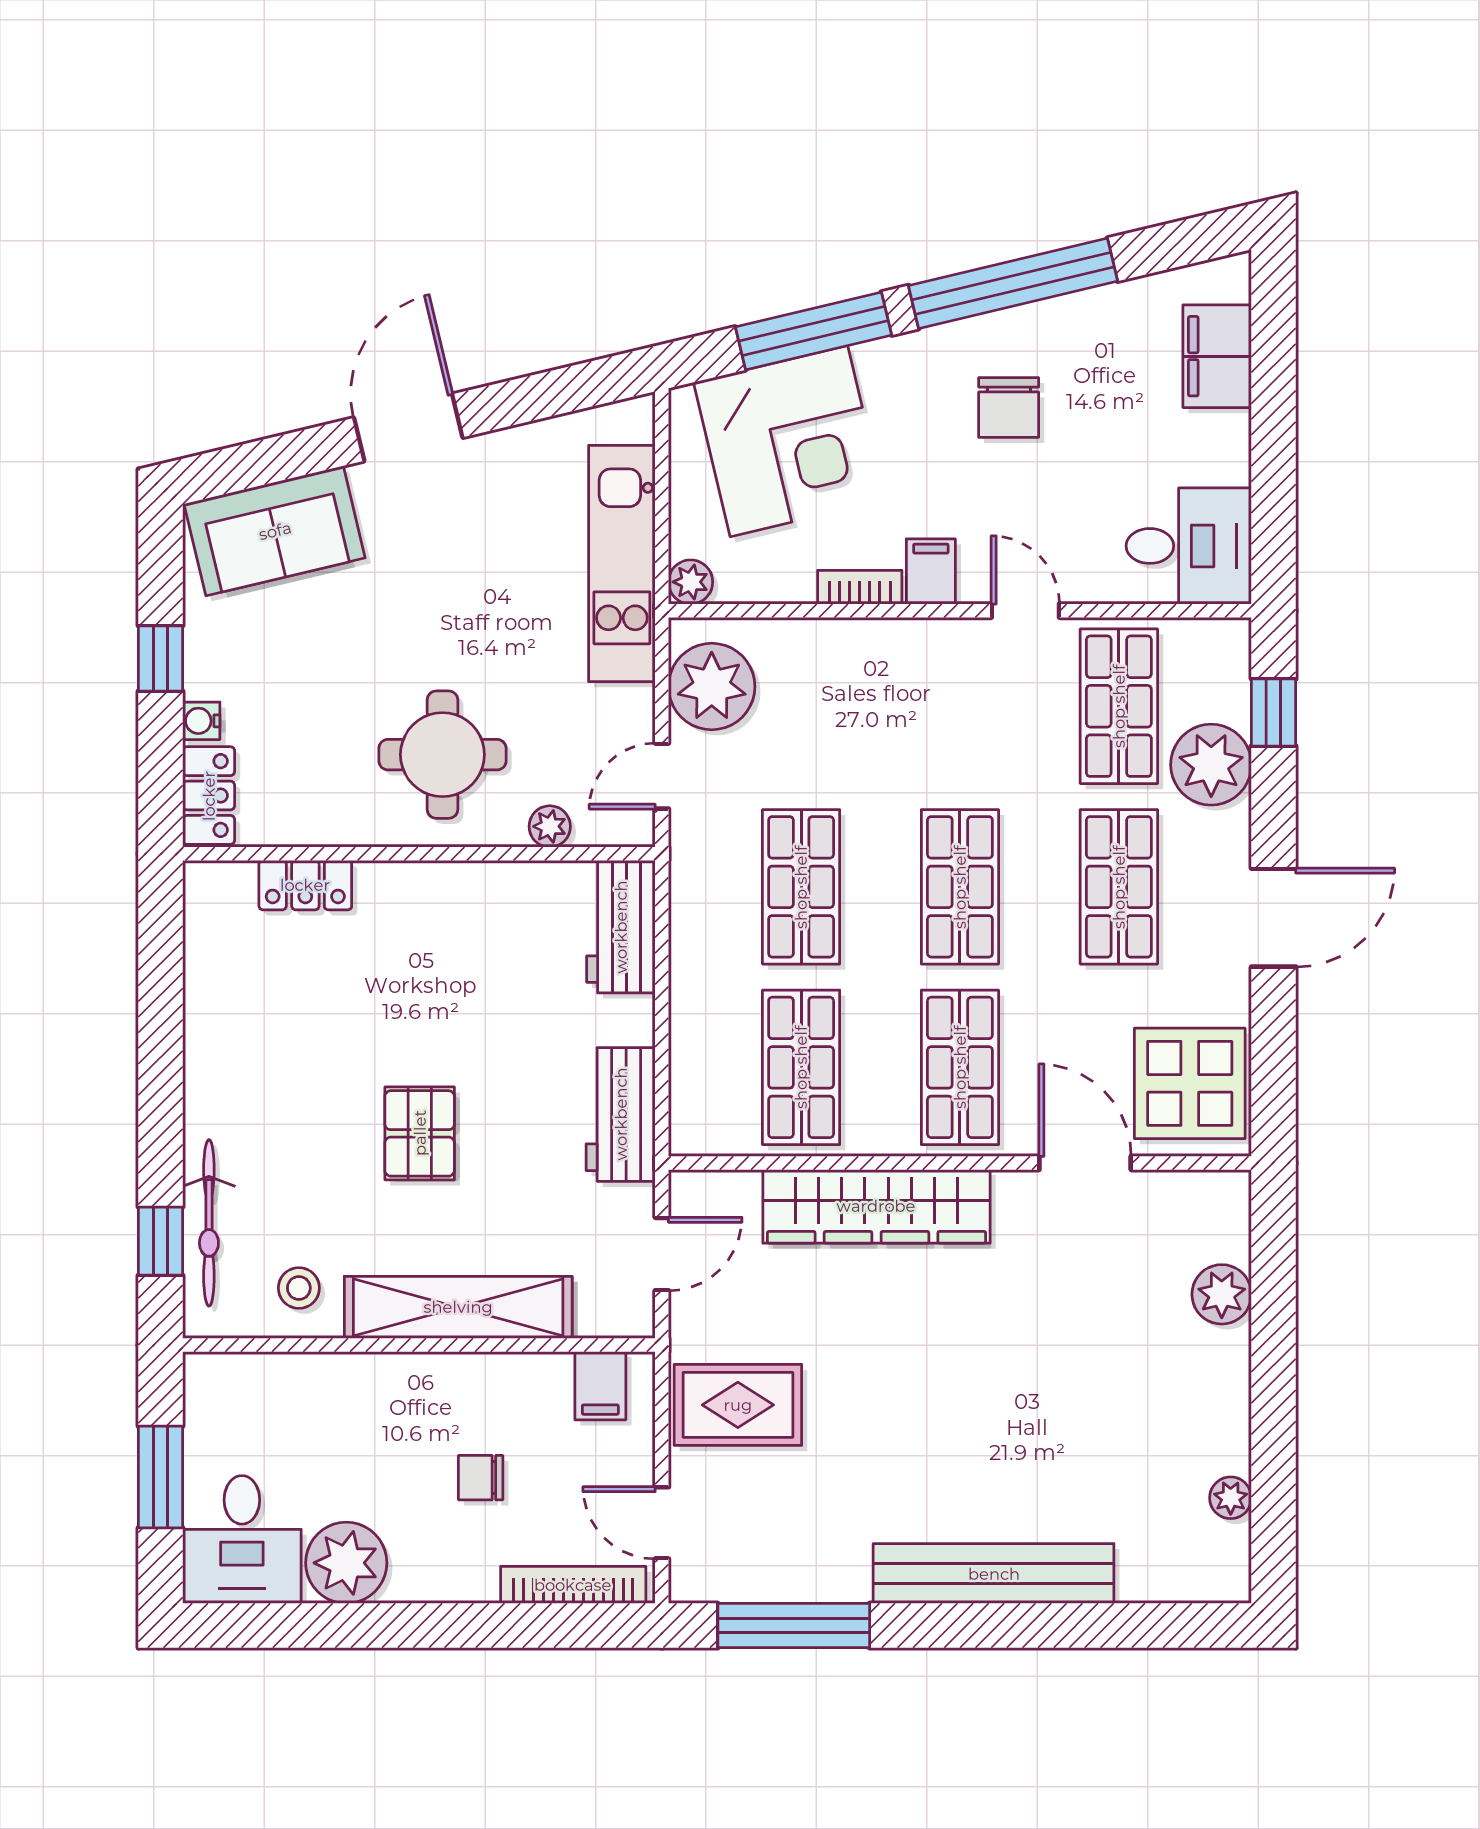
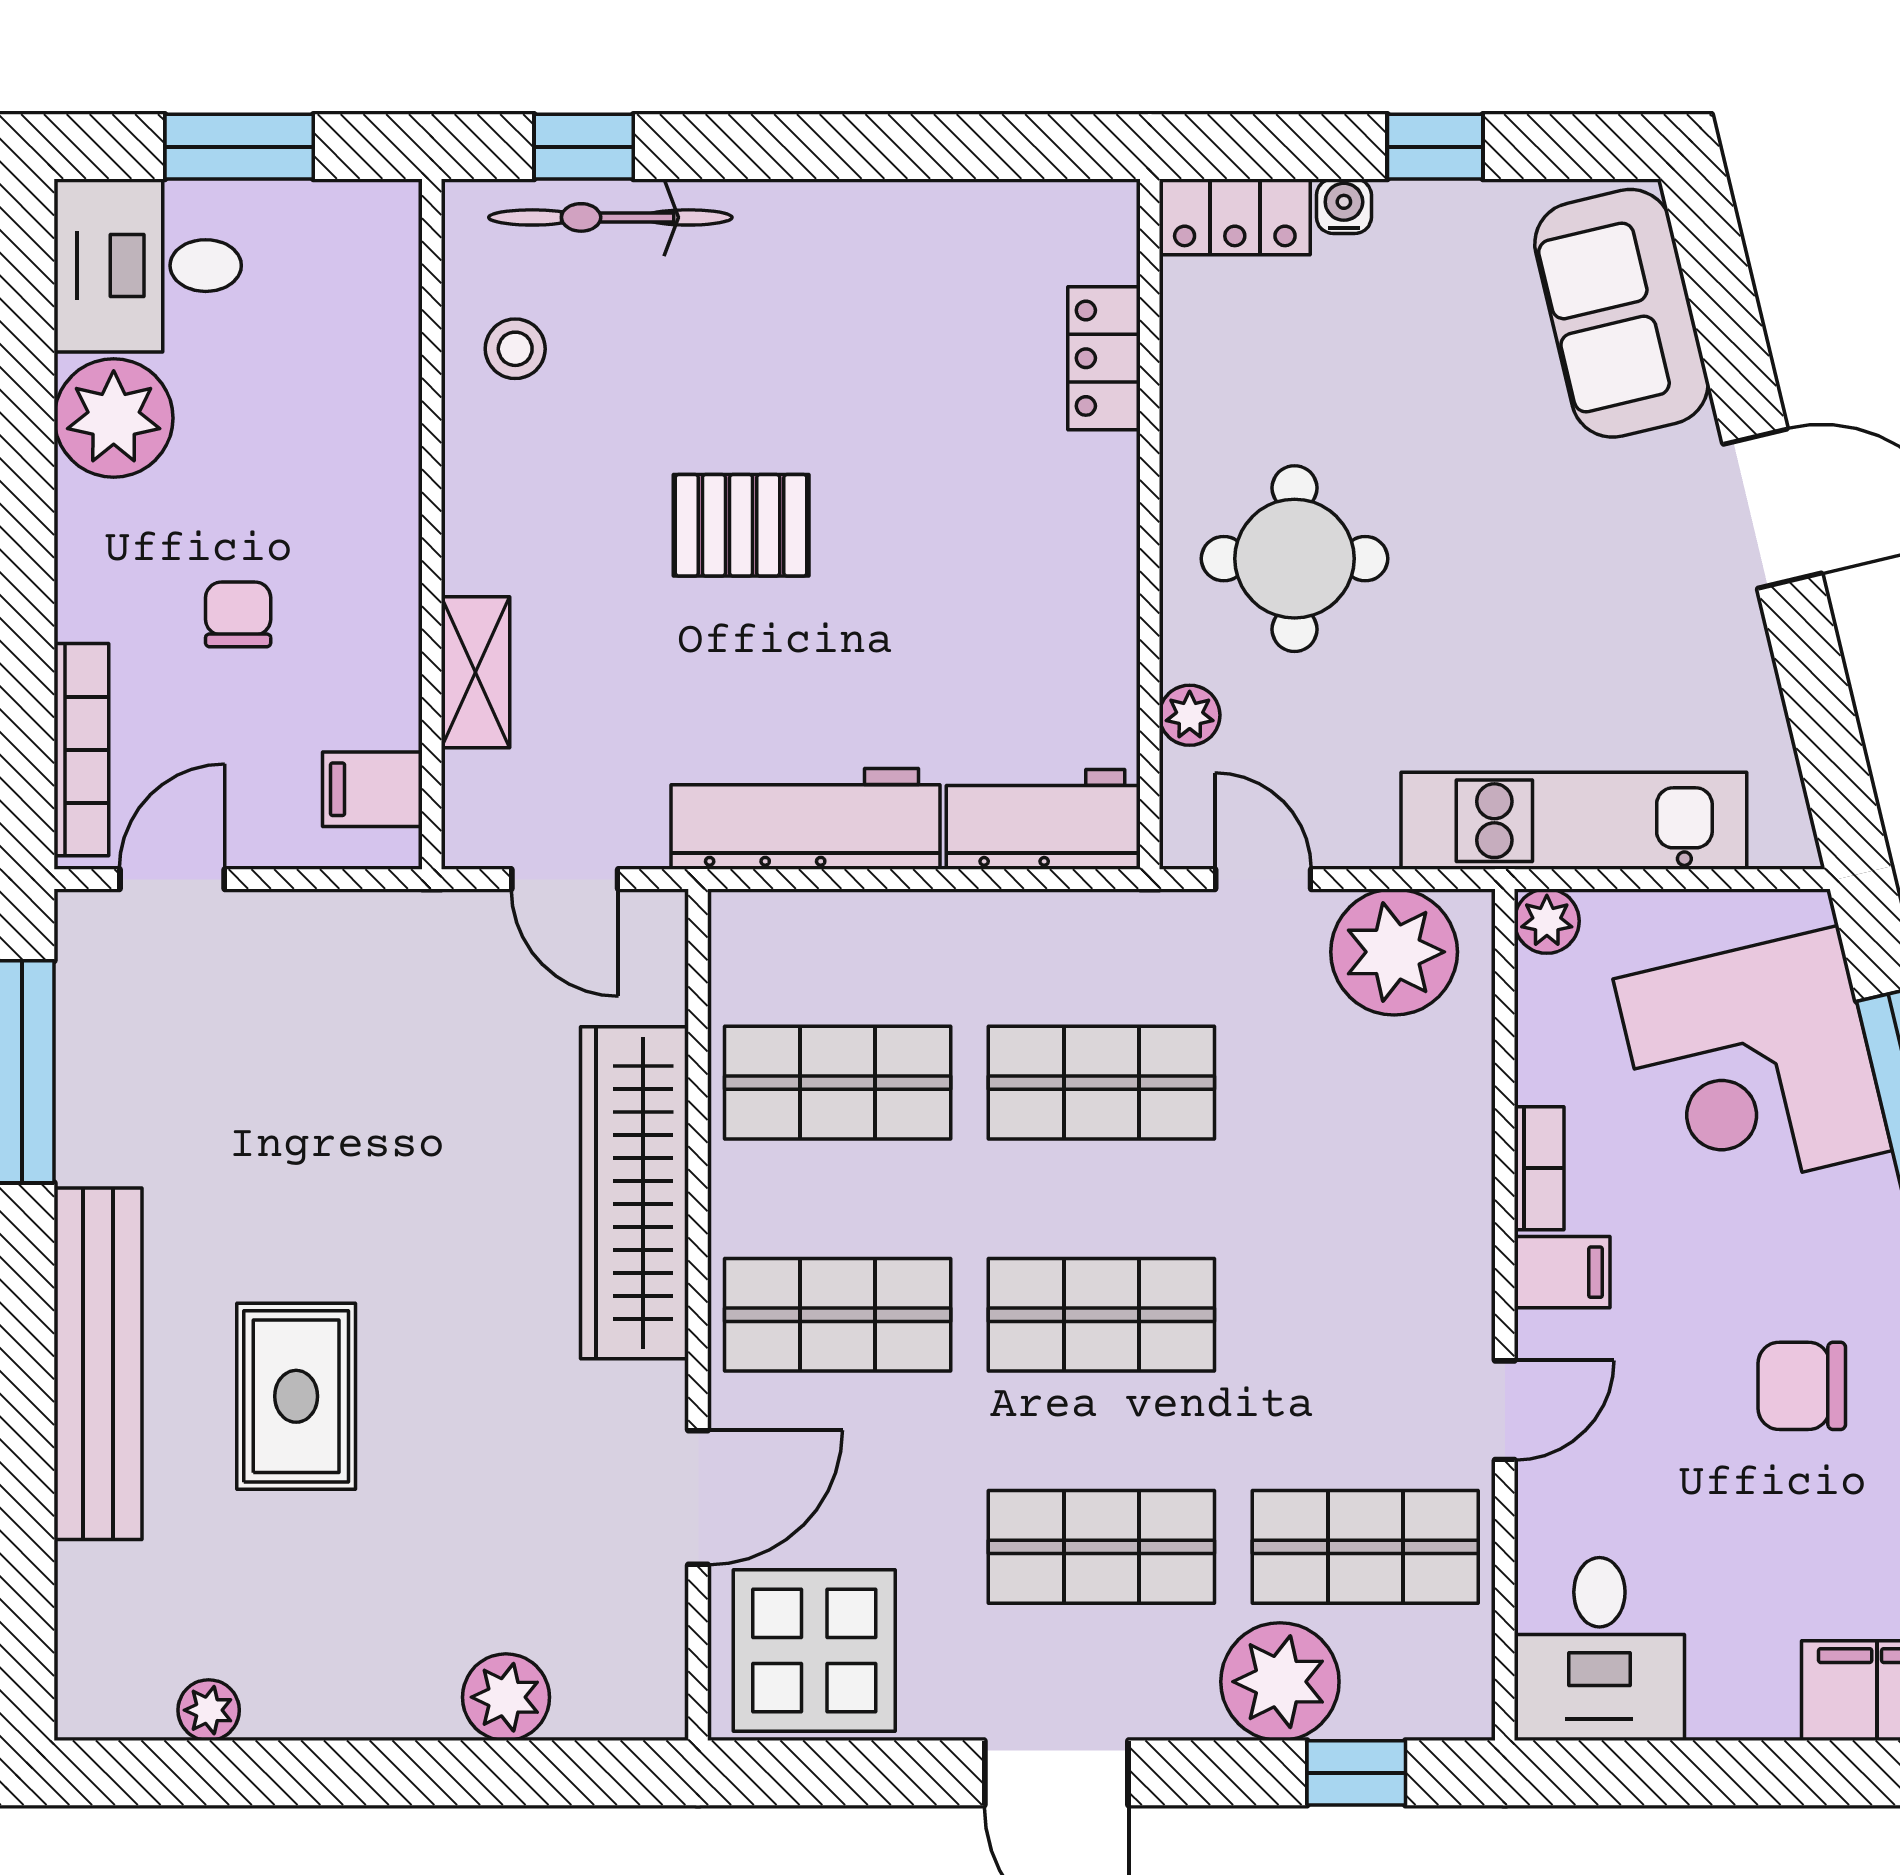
workbench: (621, 1114) -> (805, 819), width x1.37
shelving: (458, 1307) -> (476, 672), width x0.45, depth x0.75
rug: (738, 1405) -> (296, 1396), moved

